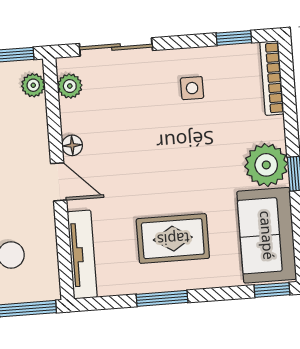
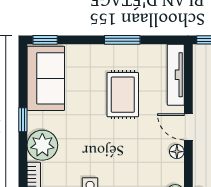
plant: (266, 165) -> (42, 145), moved
rug: (173, 239) -> (123, 95), moved, turned 90

